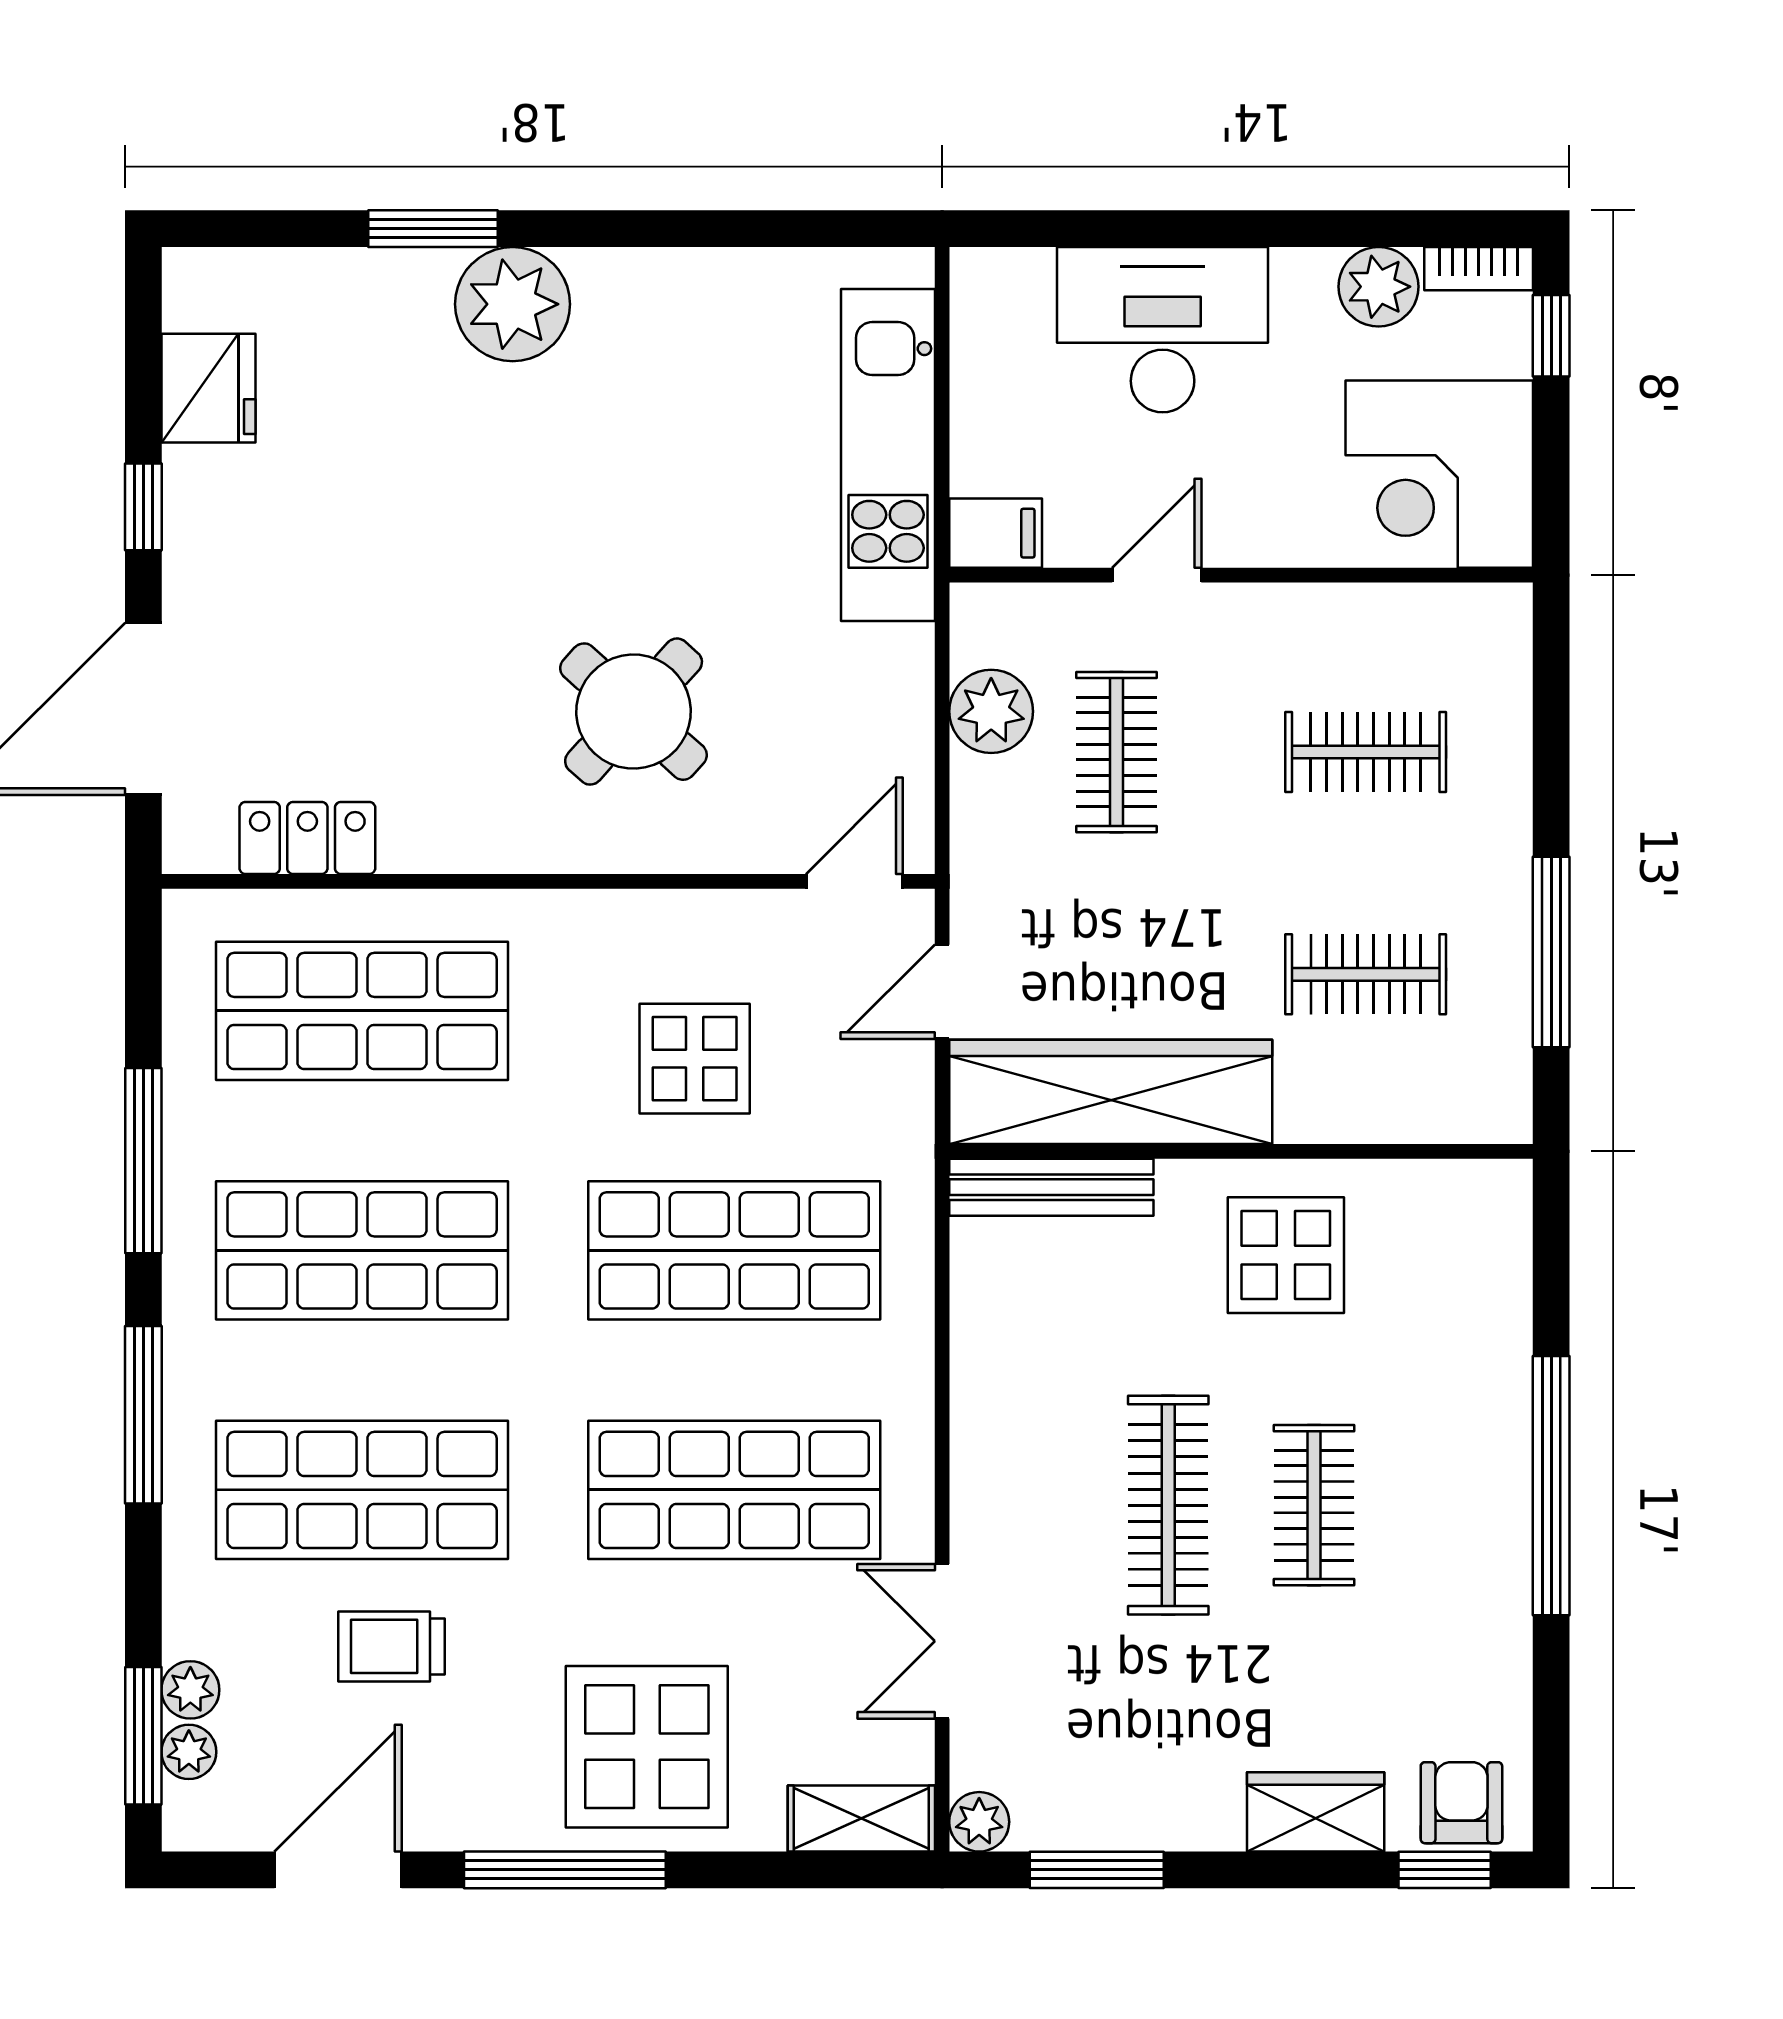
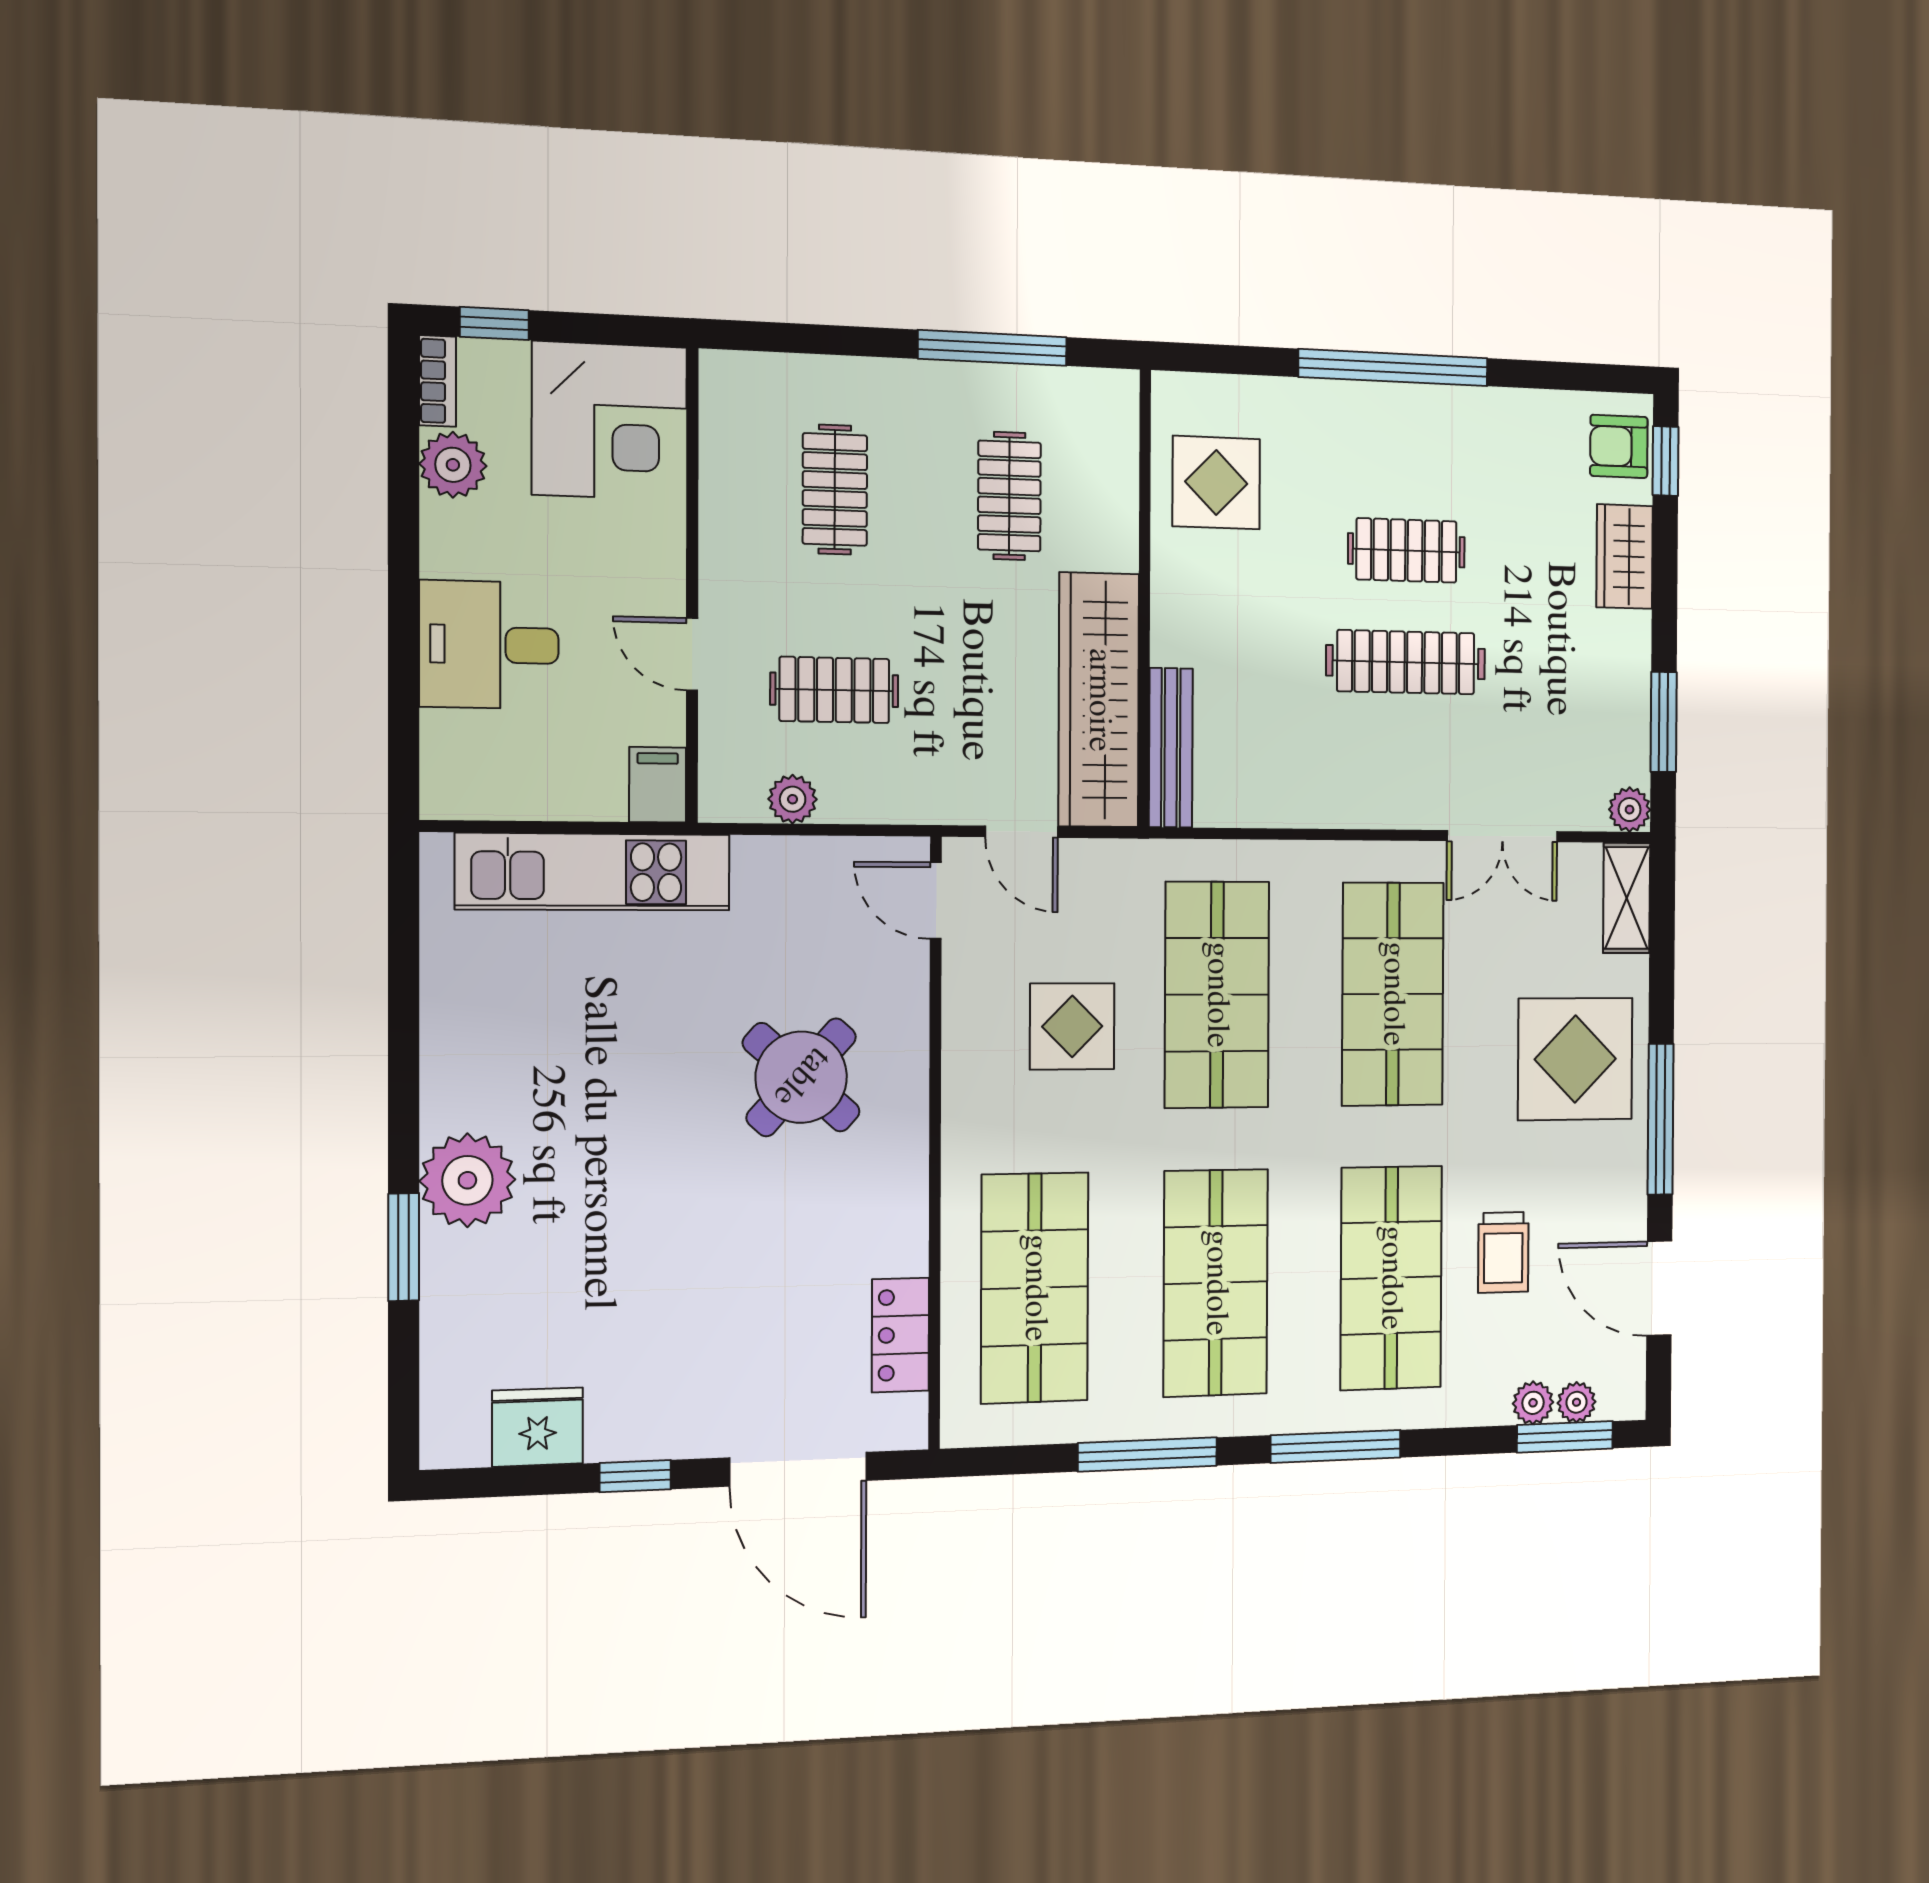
desk: (1163, 330) -> (489, 645), width x0.73
plant: (991, 711) -> (793, 799), width x0.73, depth x0.73
display table: (1286, 1255) -> (1216, 483), moved

